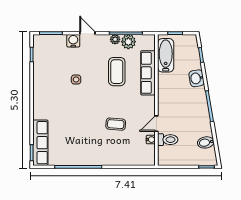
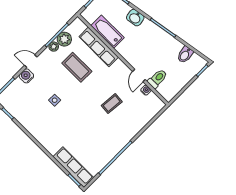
bathtub: (166, 55) -> (107, 32), moved

